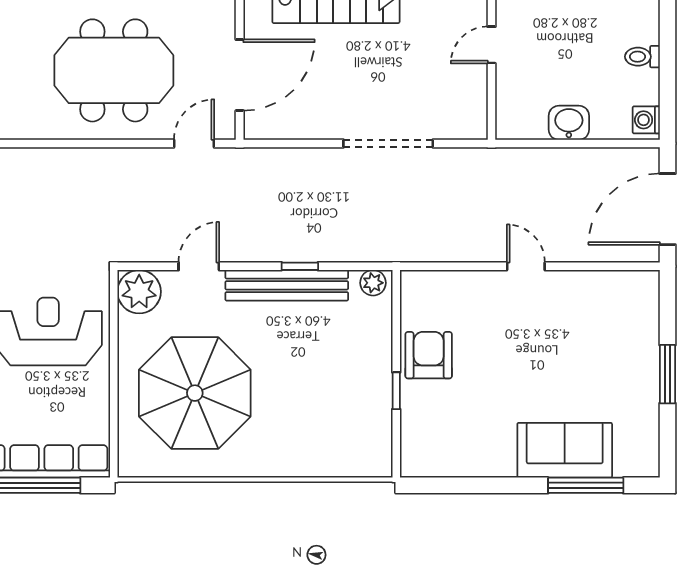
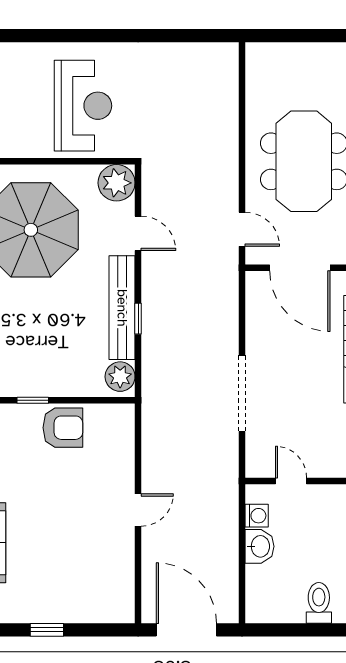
door: (492, 45) -> (291, 481), moved
toilet: (642, 57) -> (319, 603), width x1.37, depth x1.39
washing machine: (646, 120) -> (257, 516), moved, turned 90
plant: (373, 283) -> (120, 377), width x1.38, depth x1.38
window: (668, 374) -> (47, 630), width x0.67

